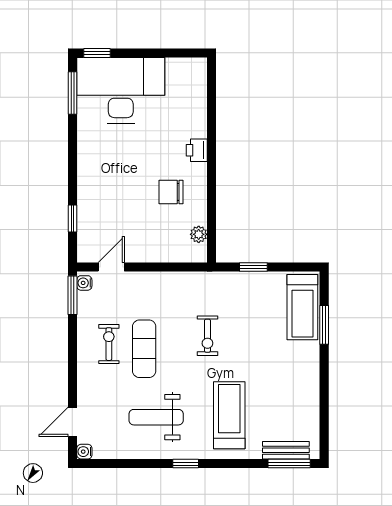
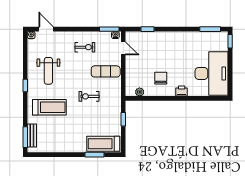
desk: (121, 90) -> (212, 73), moved
exercise mat: (144, 349) -> (106, 71), moved
weight bench: (156, 417) -> (48, 71), turned 180

